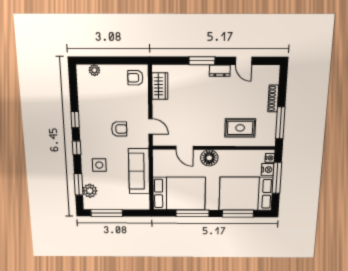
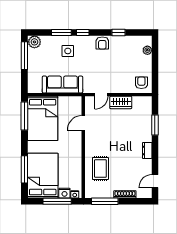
window: (202, 61) -> (155, 125), moved
door: (244, 61) -> (155, 181), moved
wardrobe: (160, 86) -> (121, 102), moved
window: (75, 120) -> (118, 33), moved
armchair: (119, 129) -> (102, 43), moved
floor lamp: (209, 158) -> (75, 144), removed
window: (79, 184) -> (61, 33), moved
plant: (90, 191) -> (34, 42), moved
window: (193, 213) -> (24, 116), moved

